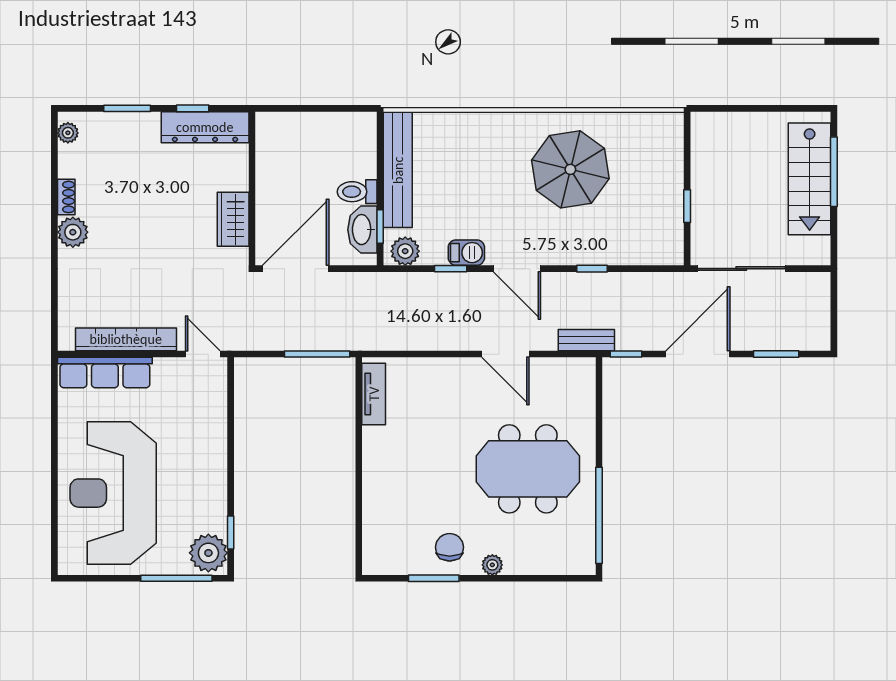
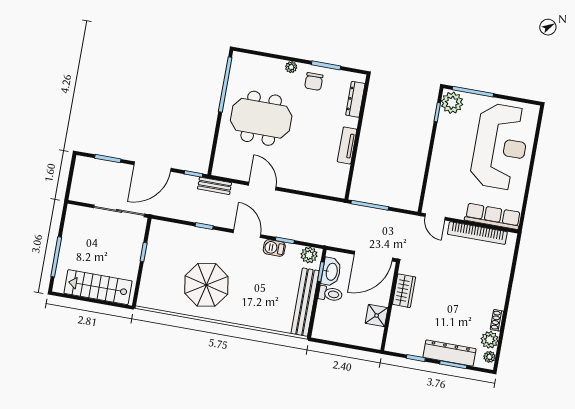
dresser: (205, 127) -> (449, 353), moved
shower: (272, 169) -> (377, 316), added
stairs: (810, 179) -> (98, 287), moved, turned -90
plant: (73, 232) -> (490, 340), moved
tv unit: (374, 394) -> (347, 145), moved
dresser: (374, 529) -> (355, 99), added

